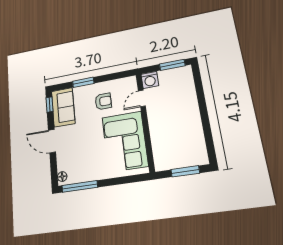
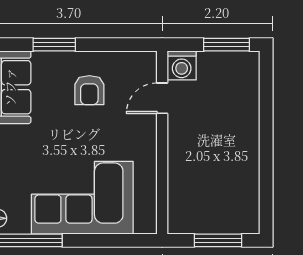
armchair: (103, 101) -> (89, 90), turned 90
corner sofa: (125, 142) -> (82, 198), moved, turned 90

